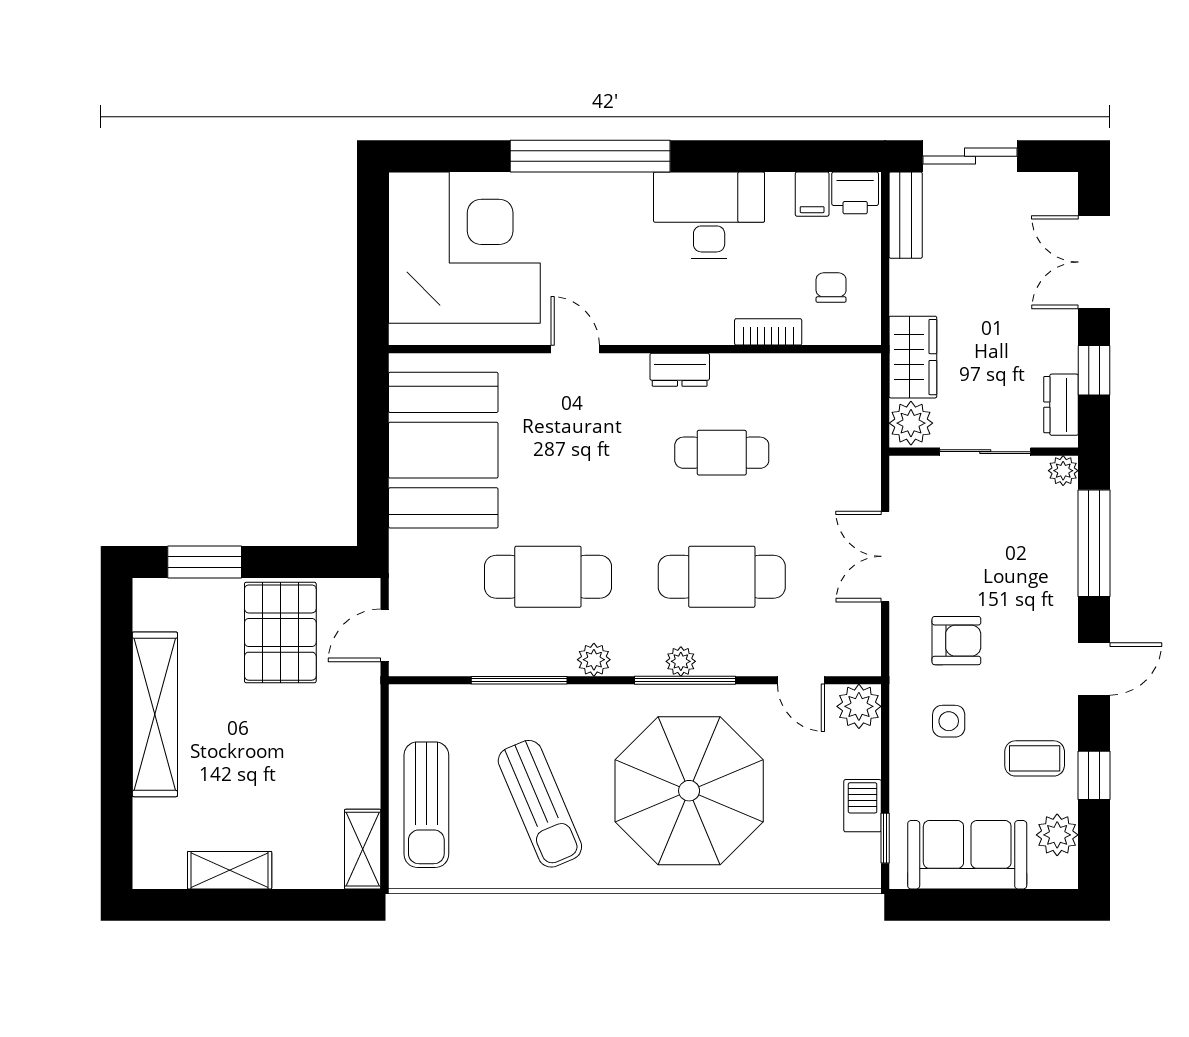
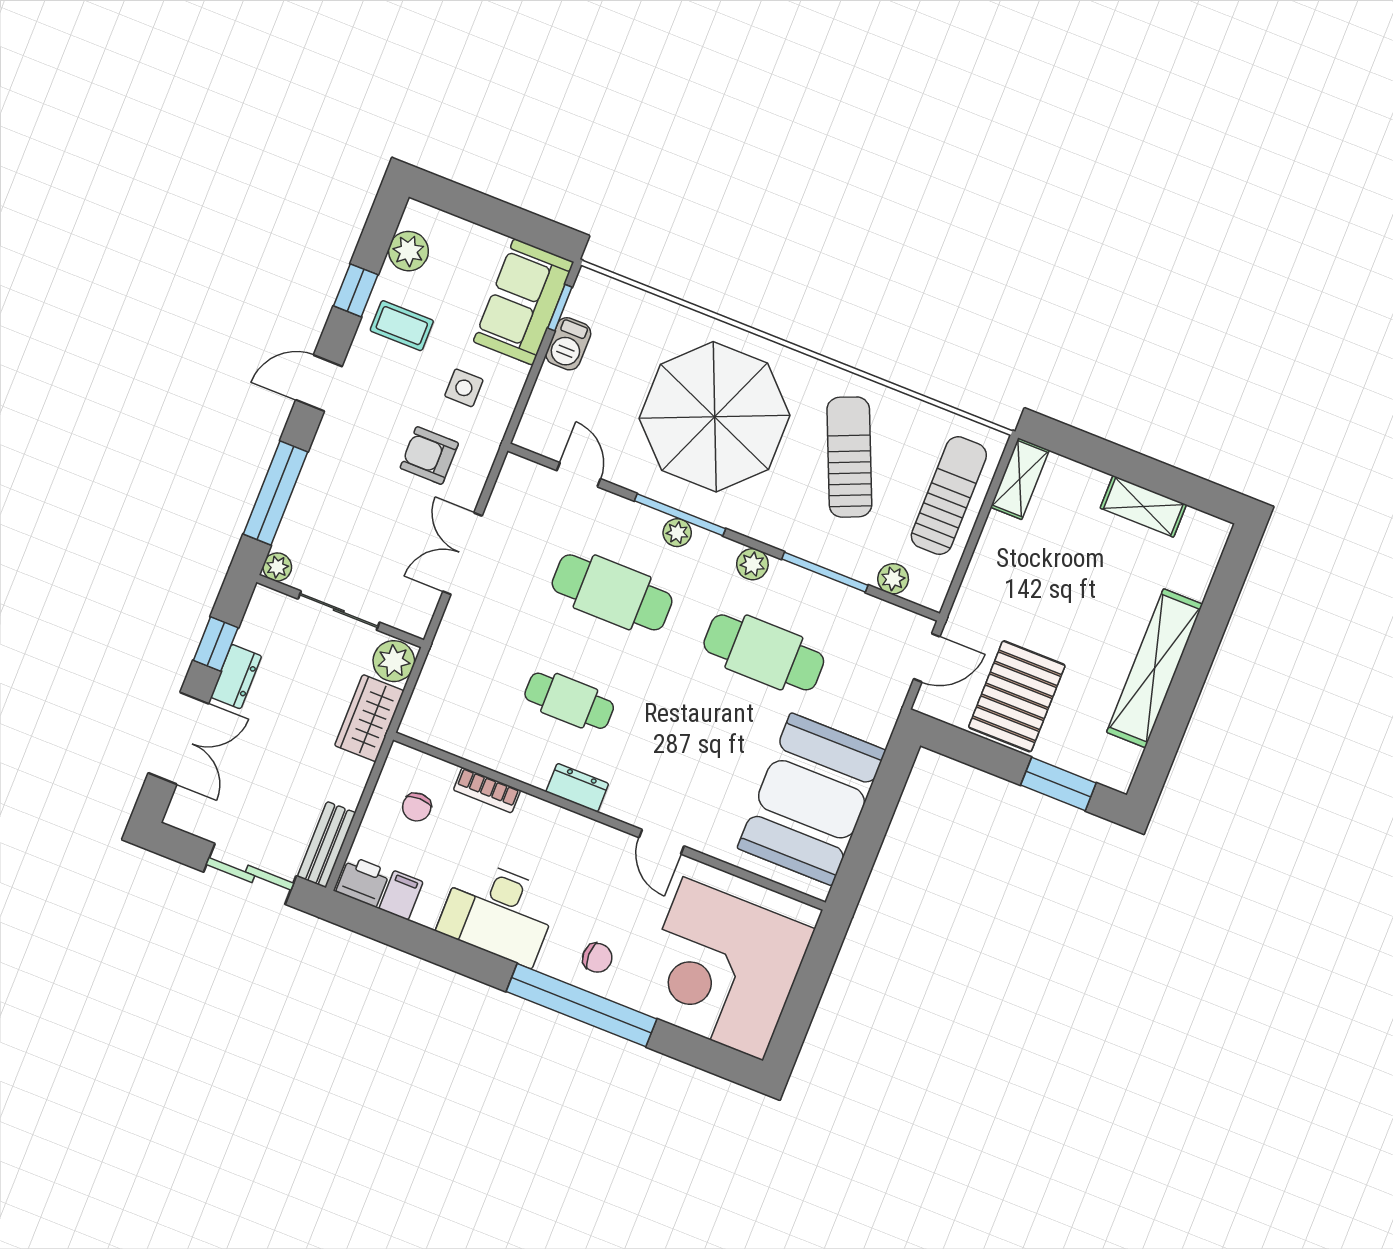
chair: (593, 209) -> (597, 958), added
dresser: (1061, 405) -> (236, 677), moved
double door: (885, 556) -> (462, 554), swing flipped
plant: (859, 706) -> (893, 579), moved, width x0.73, depth x0.73
sofa: (967, 855) -> (523, 302), moved, turned 90

